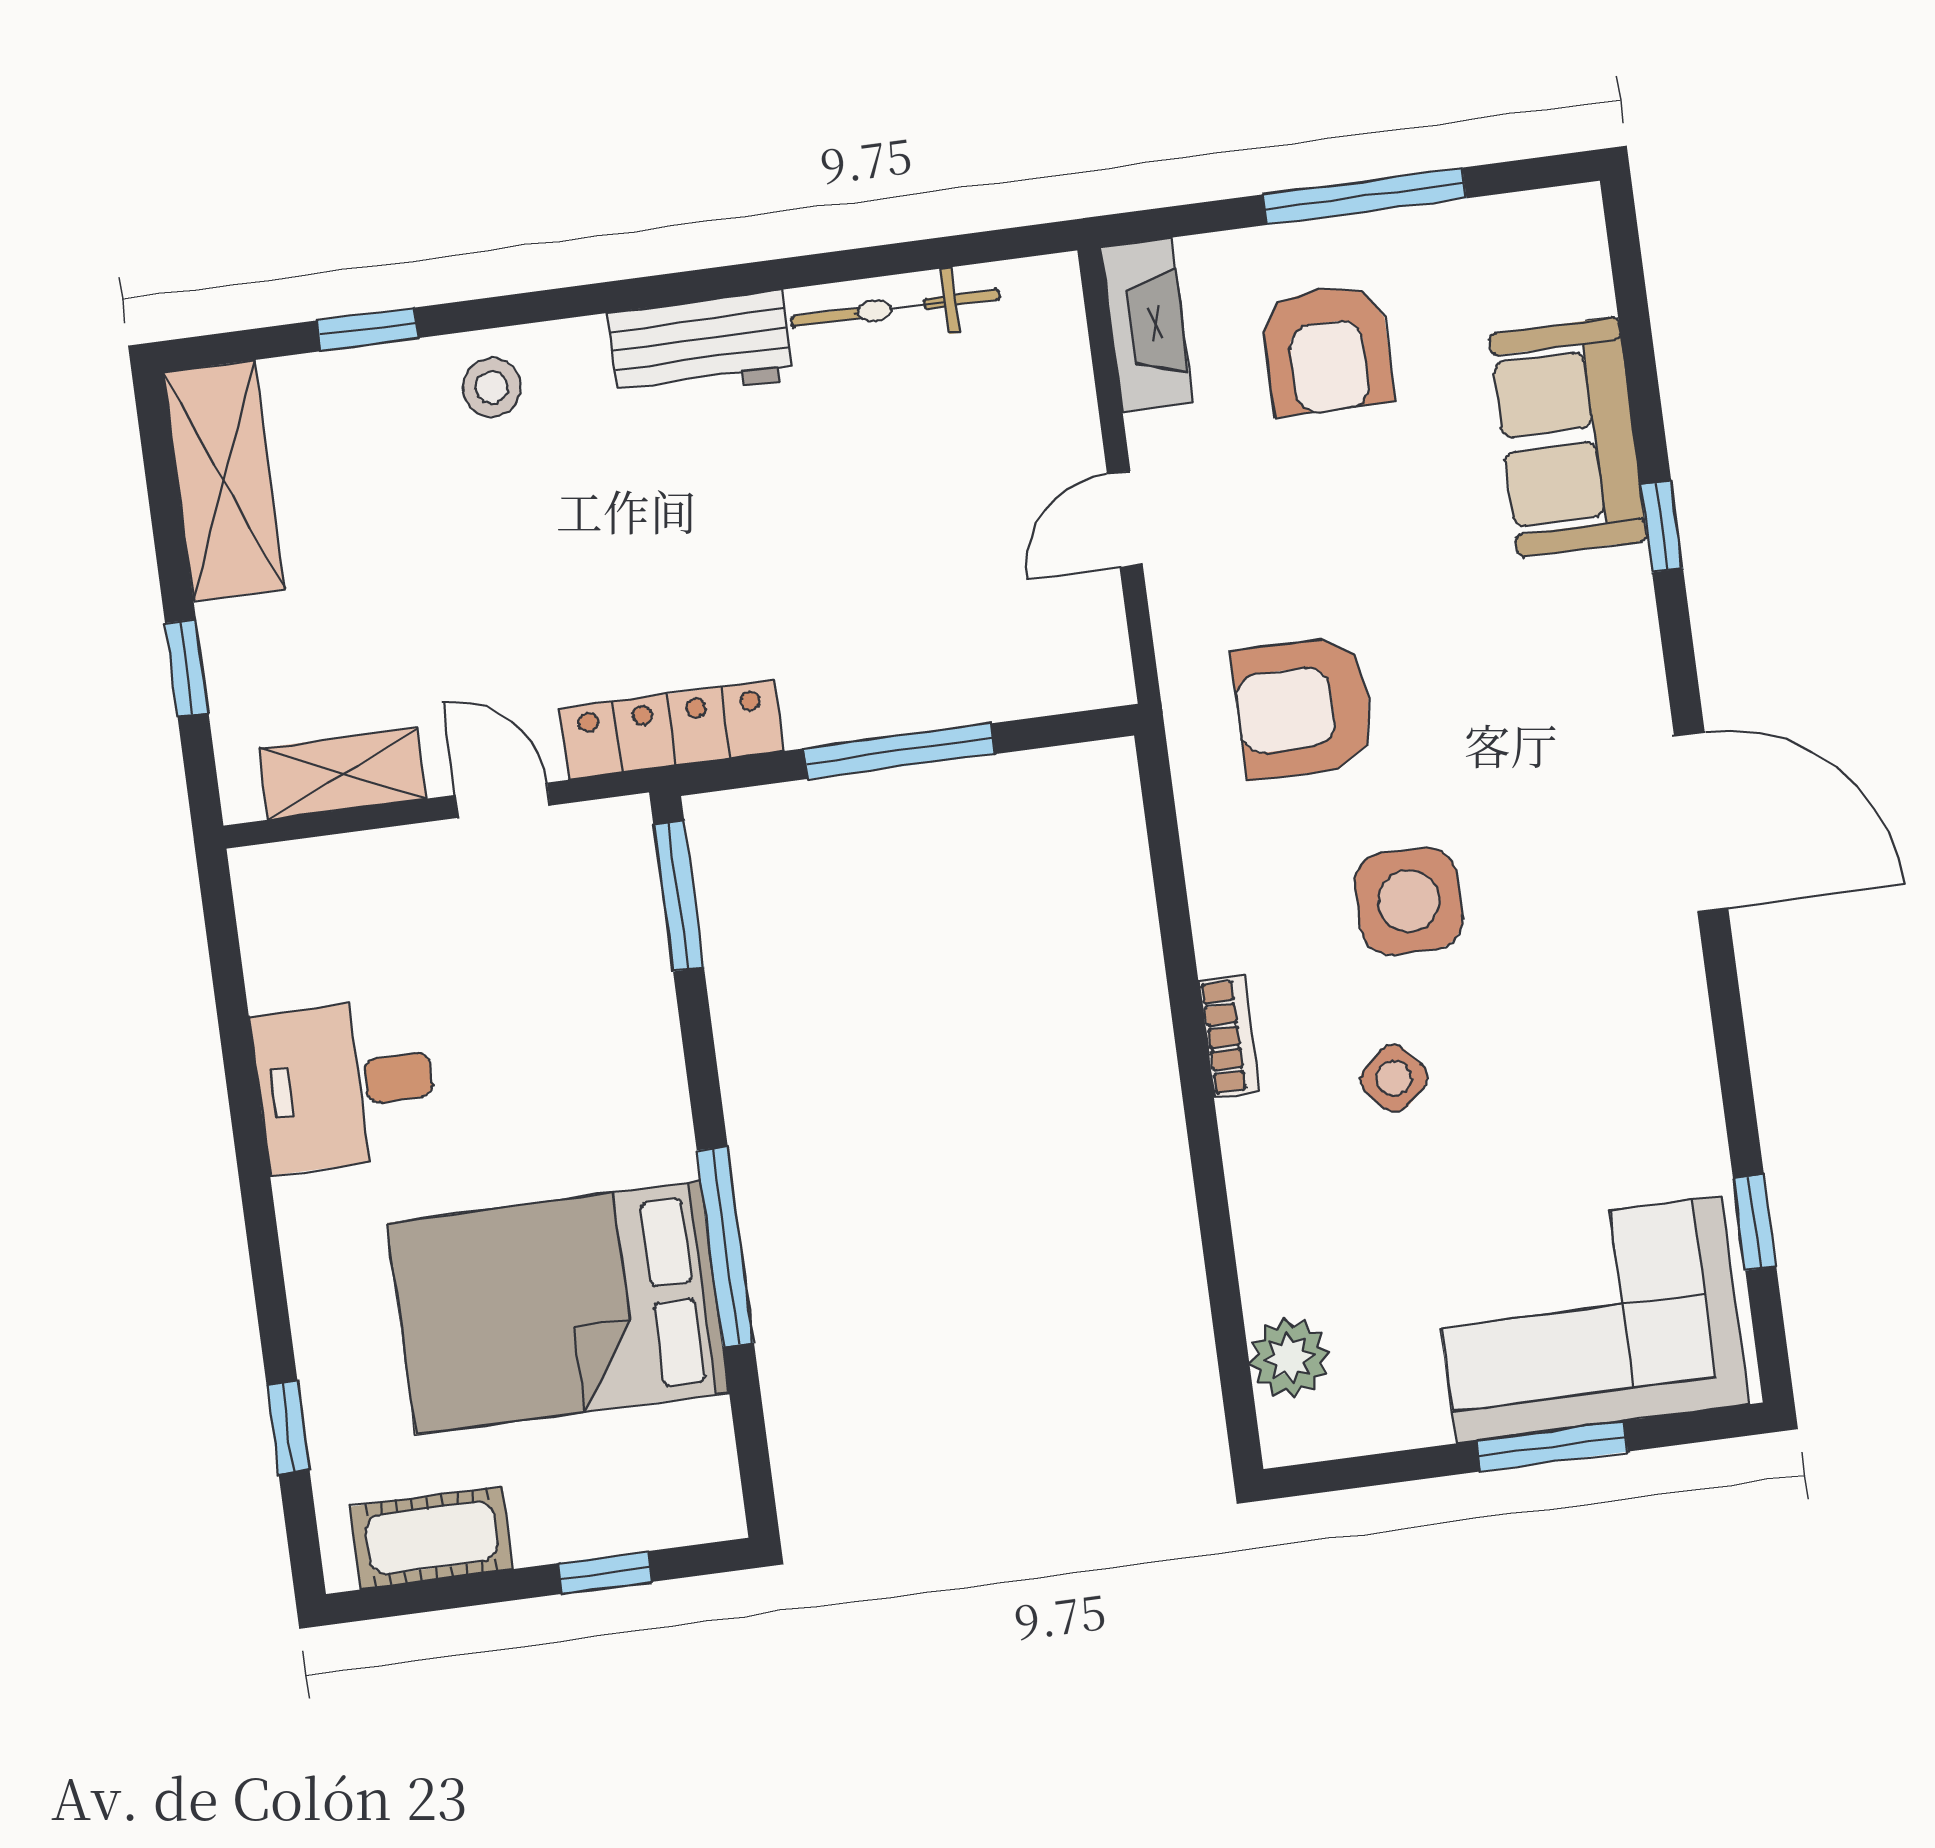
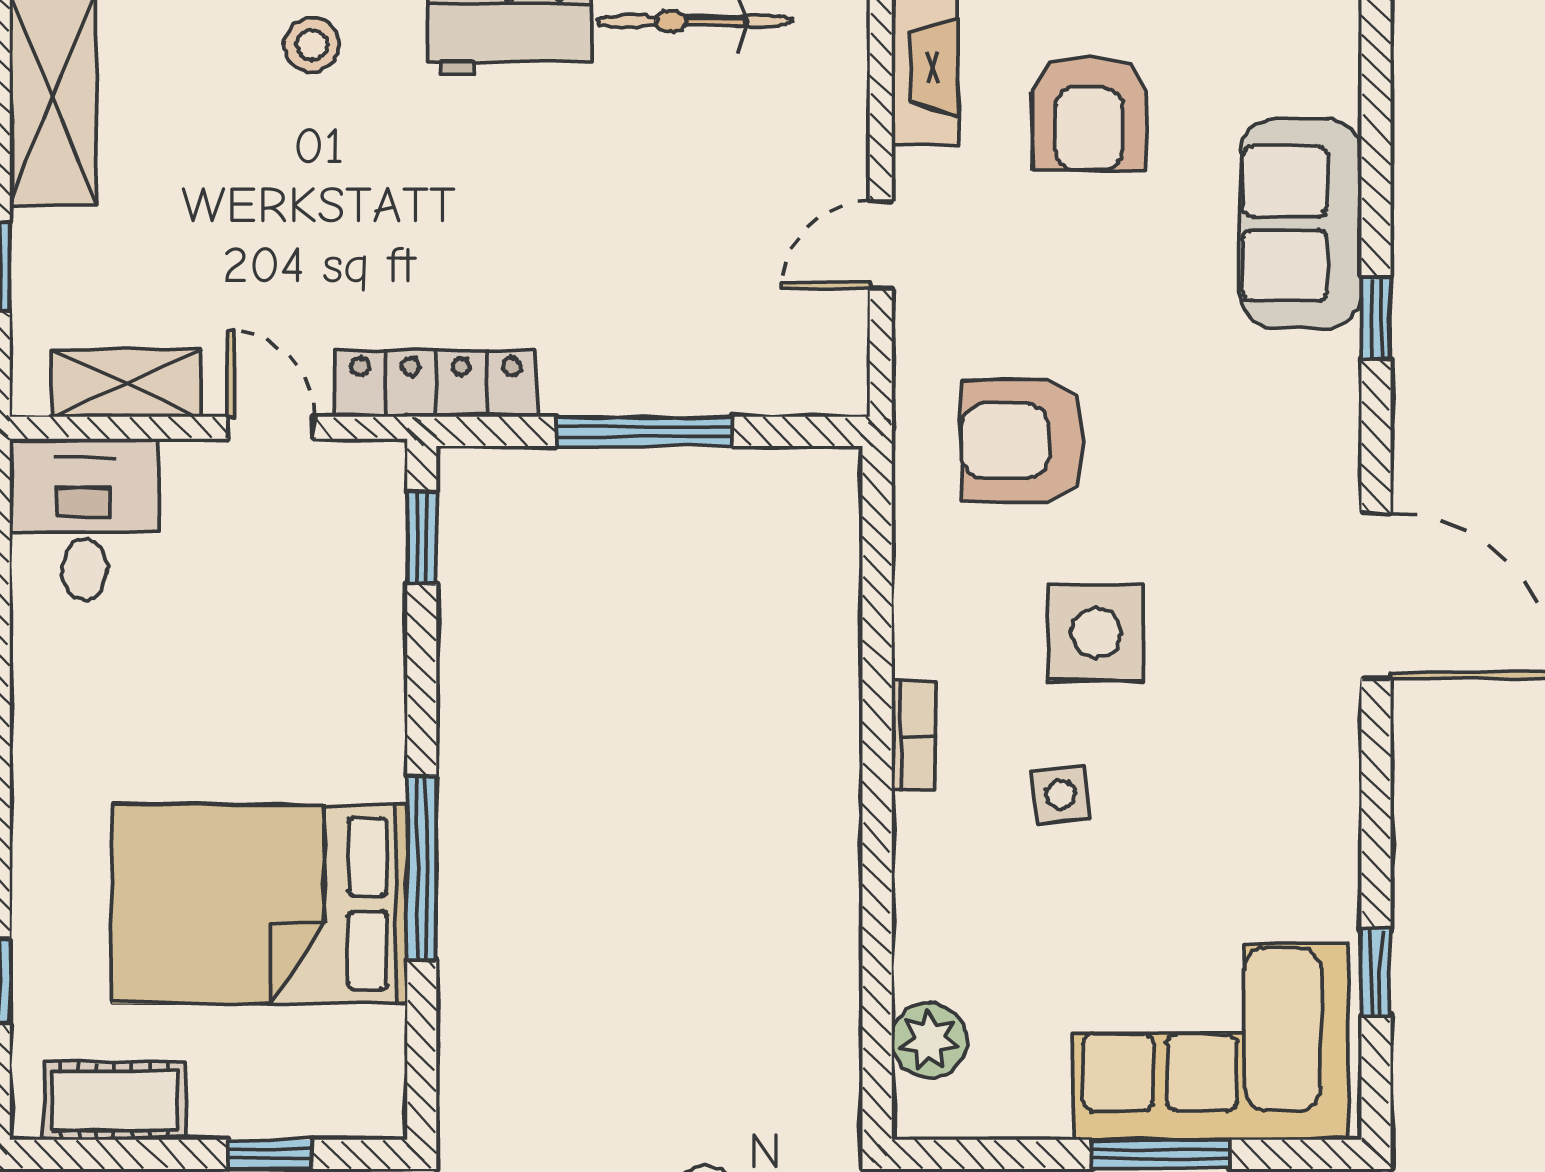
window: (679, 896) -> (422, 538), width x0.67
side table: (1394, 1078) -> (1061, 795), turned 35
desk: (345, 1085) -> (84, 519), moved, turned 90

